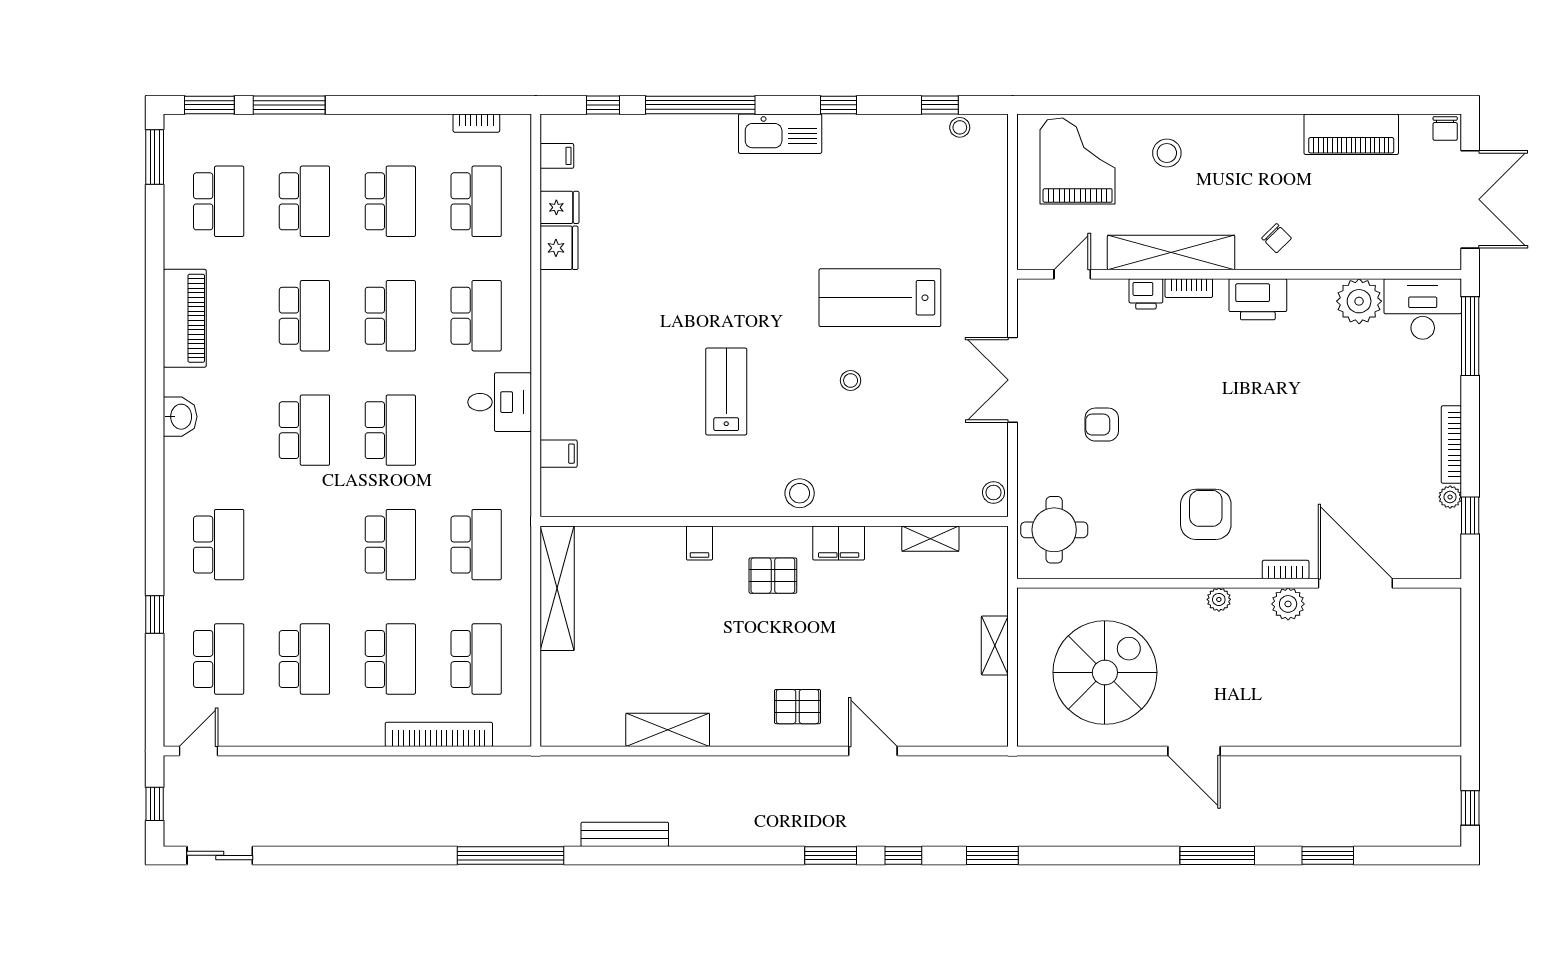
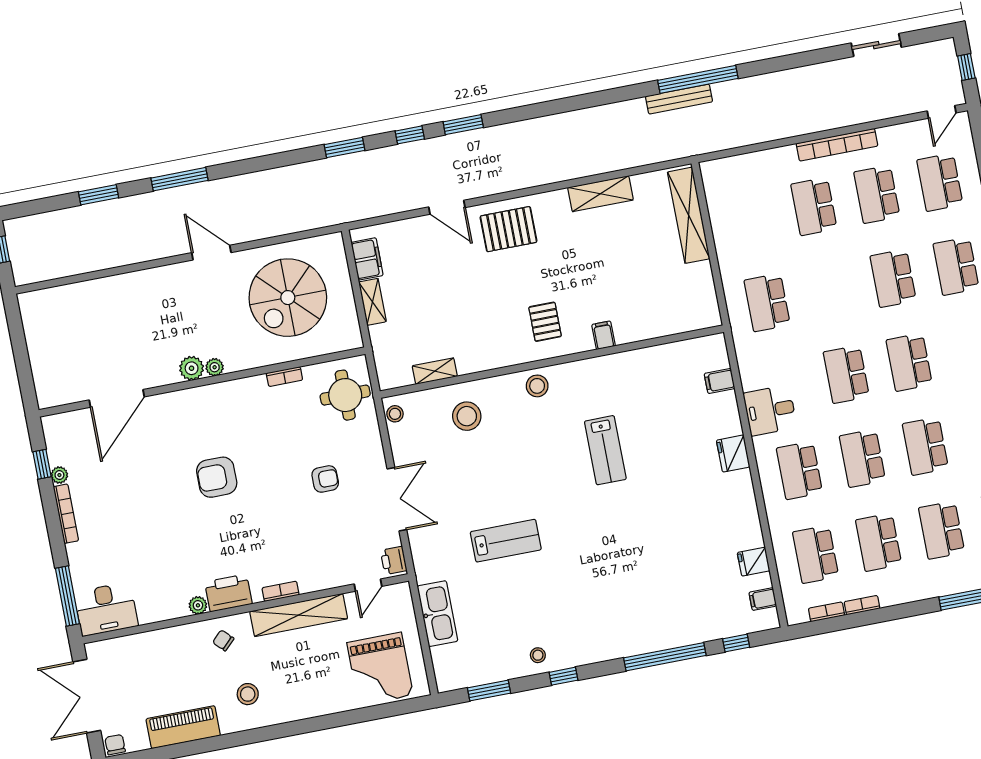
window: (940, 105) -> (489, 691), width x1.50
bookcase: (428, 123) -> (862, 605), added
stool: (960, 127) -> (538, 655), moved
kitchen sink: (780, 134) -> (437, 614), moved, turned 90
stool: (1167, 153) -> (248, 694), moved
fridge: (559, 248) -> (733, 454), moved
printer: (1146, 294) -> (394, 560), moved, turned -90
lab bench: (880, 298) -> (506, 541), width x0.73, depth x0.72
plant: (1359, 301) -> (198, 605), moved, width x0.53, depth x0.53
stool: (851, 380) -> (467, 416), moved, width x1.89, depth x1.89
armchair: (1206, 514) -> (217, 477), moved, turned 90
filing cabinet: (839, 543) -> (367, 259), moved, turned 90
school desk: (390, 545) -> (893, 278), moved
bookcase: (1286, 569) -> (284, 377), moved
pallet: (773, 576) -> (545, 322), turned 90
door: (1355, 583) -> (117, 398), hinge flipped
shelving: (557, 588) -> (689, 215), moved
plant: (1288, 604) -> (192, 368), moved
school desk: (476, 659) -> (751, 219), removed
pallet: (798, 707) -> (508, 229), width x1.50, depth x1.42
bookcase: (439, 734) -> (837, 145), moved
bench: (625, 834) -> (679, 99), moved
sliding door: (220, 855) -> (876, 45), moved

